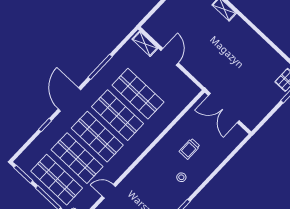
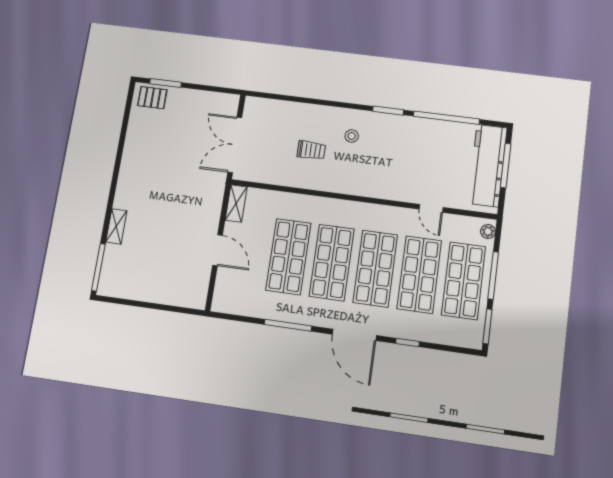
shelving: (145, 44) -> (236, 203), moved
door: (170, 57) -> (217, 250), swing flipped
door: (69, 99) -> (354, 335), hinge flipped
double door: (224, 108) -> (235, 145), swing flipped

